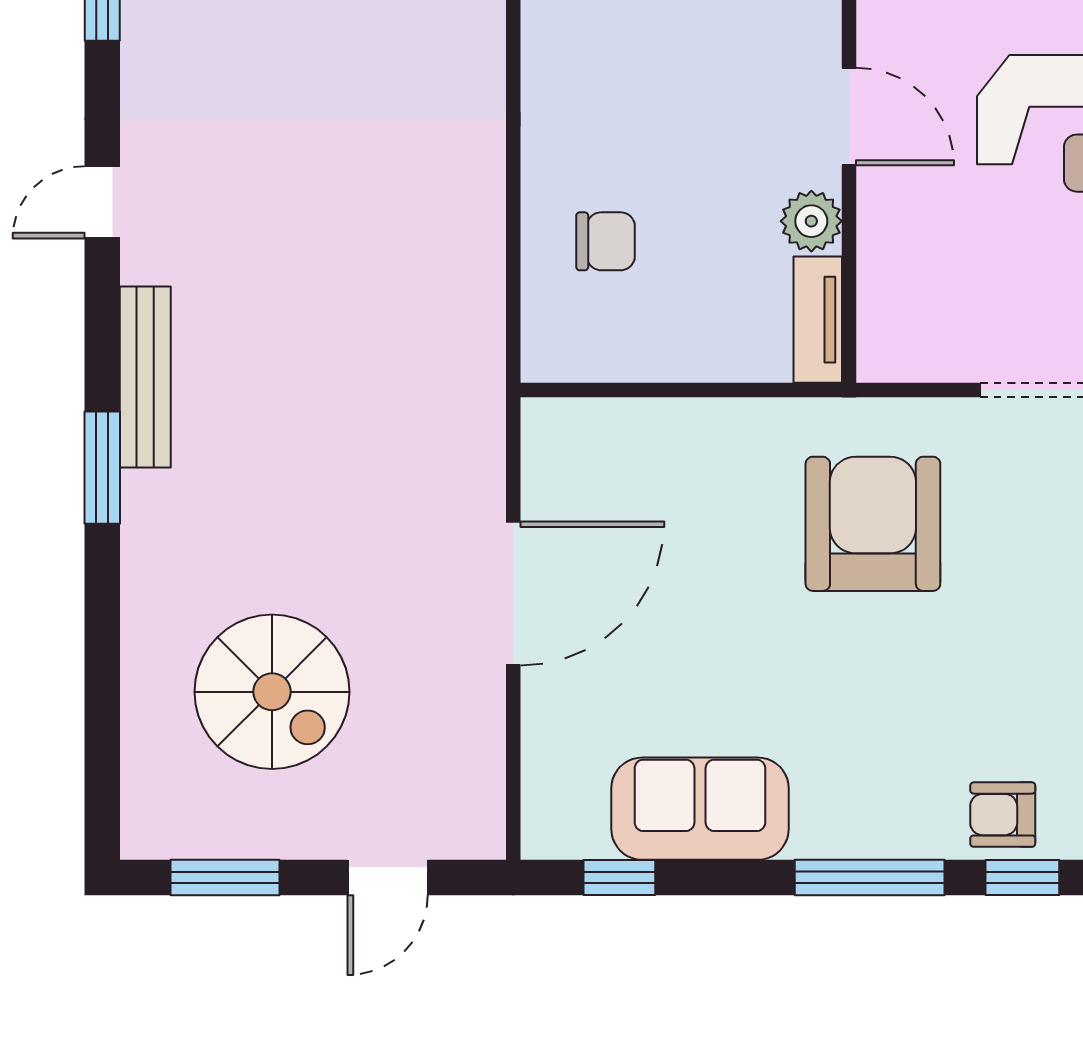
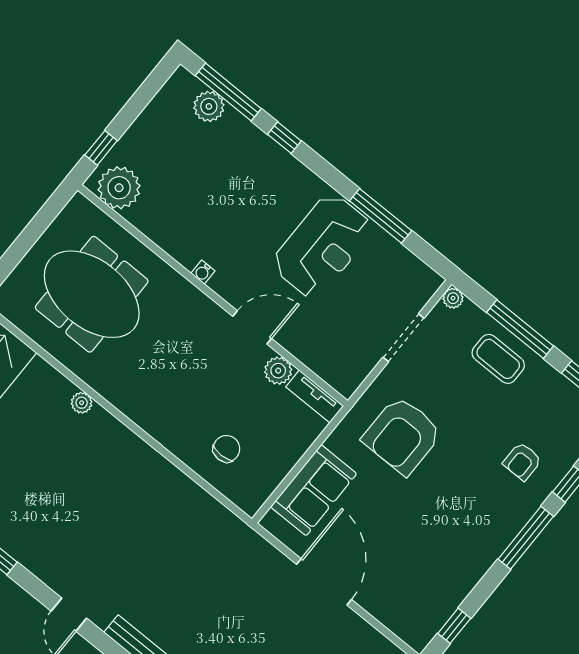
armchair: (873, 524) -> (402, 435), turned -90
sofa: (700, 809) -> (314, 490), moved, turned 180
armchair: (1003, 815) -> (522, 462), moved

